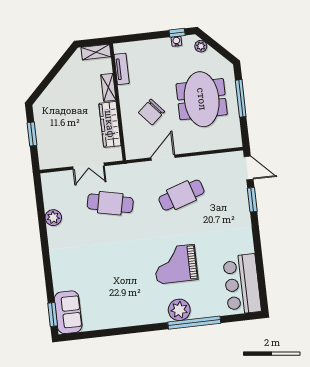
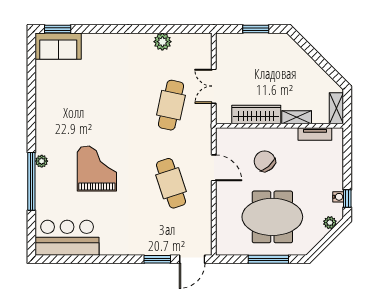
plant: (179, 310) -> (42, 161), width x0.53, depth x0.53

